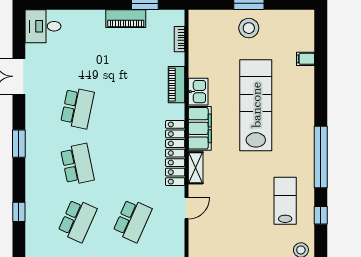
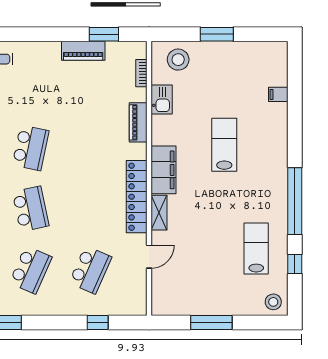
stool: (249, 28) -> (178, 60), moved
kitchen sink: (198, 92) -> (162, 100), moved
lab bench: (256, 105) -> (224, 145), width x0.54, depth x0.72

